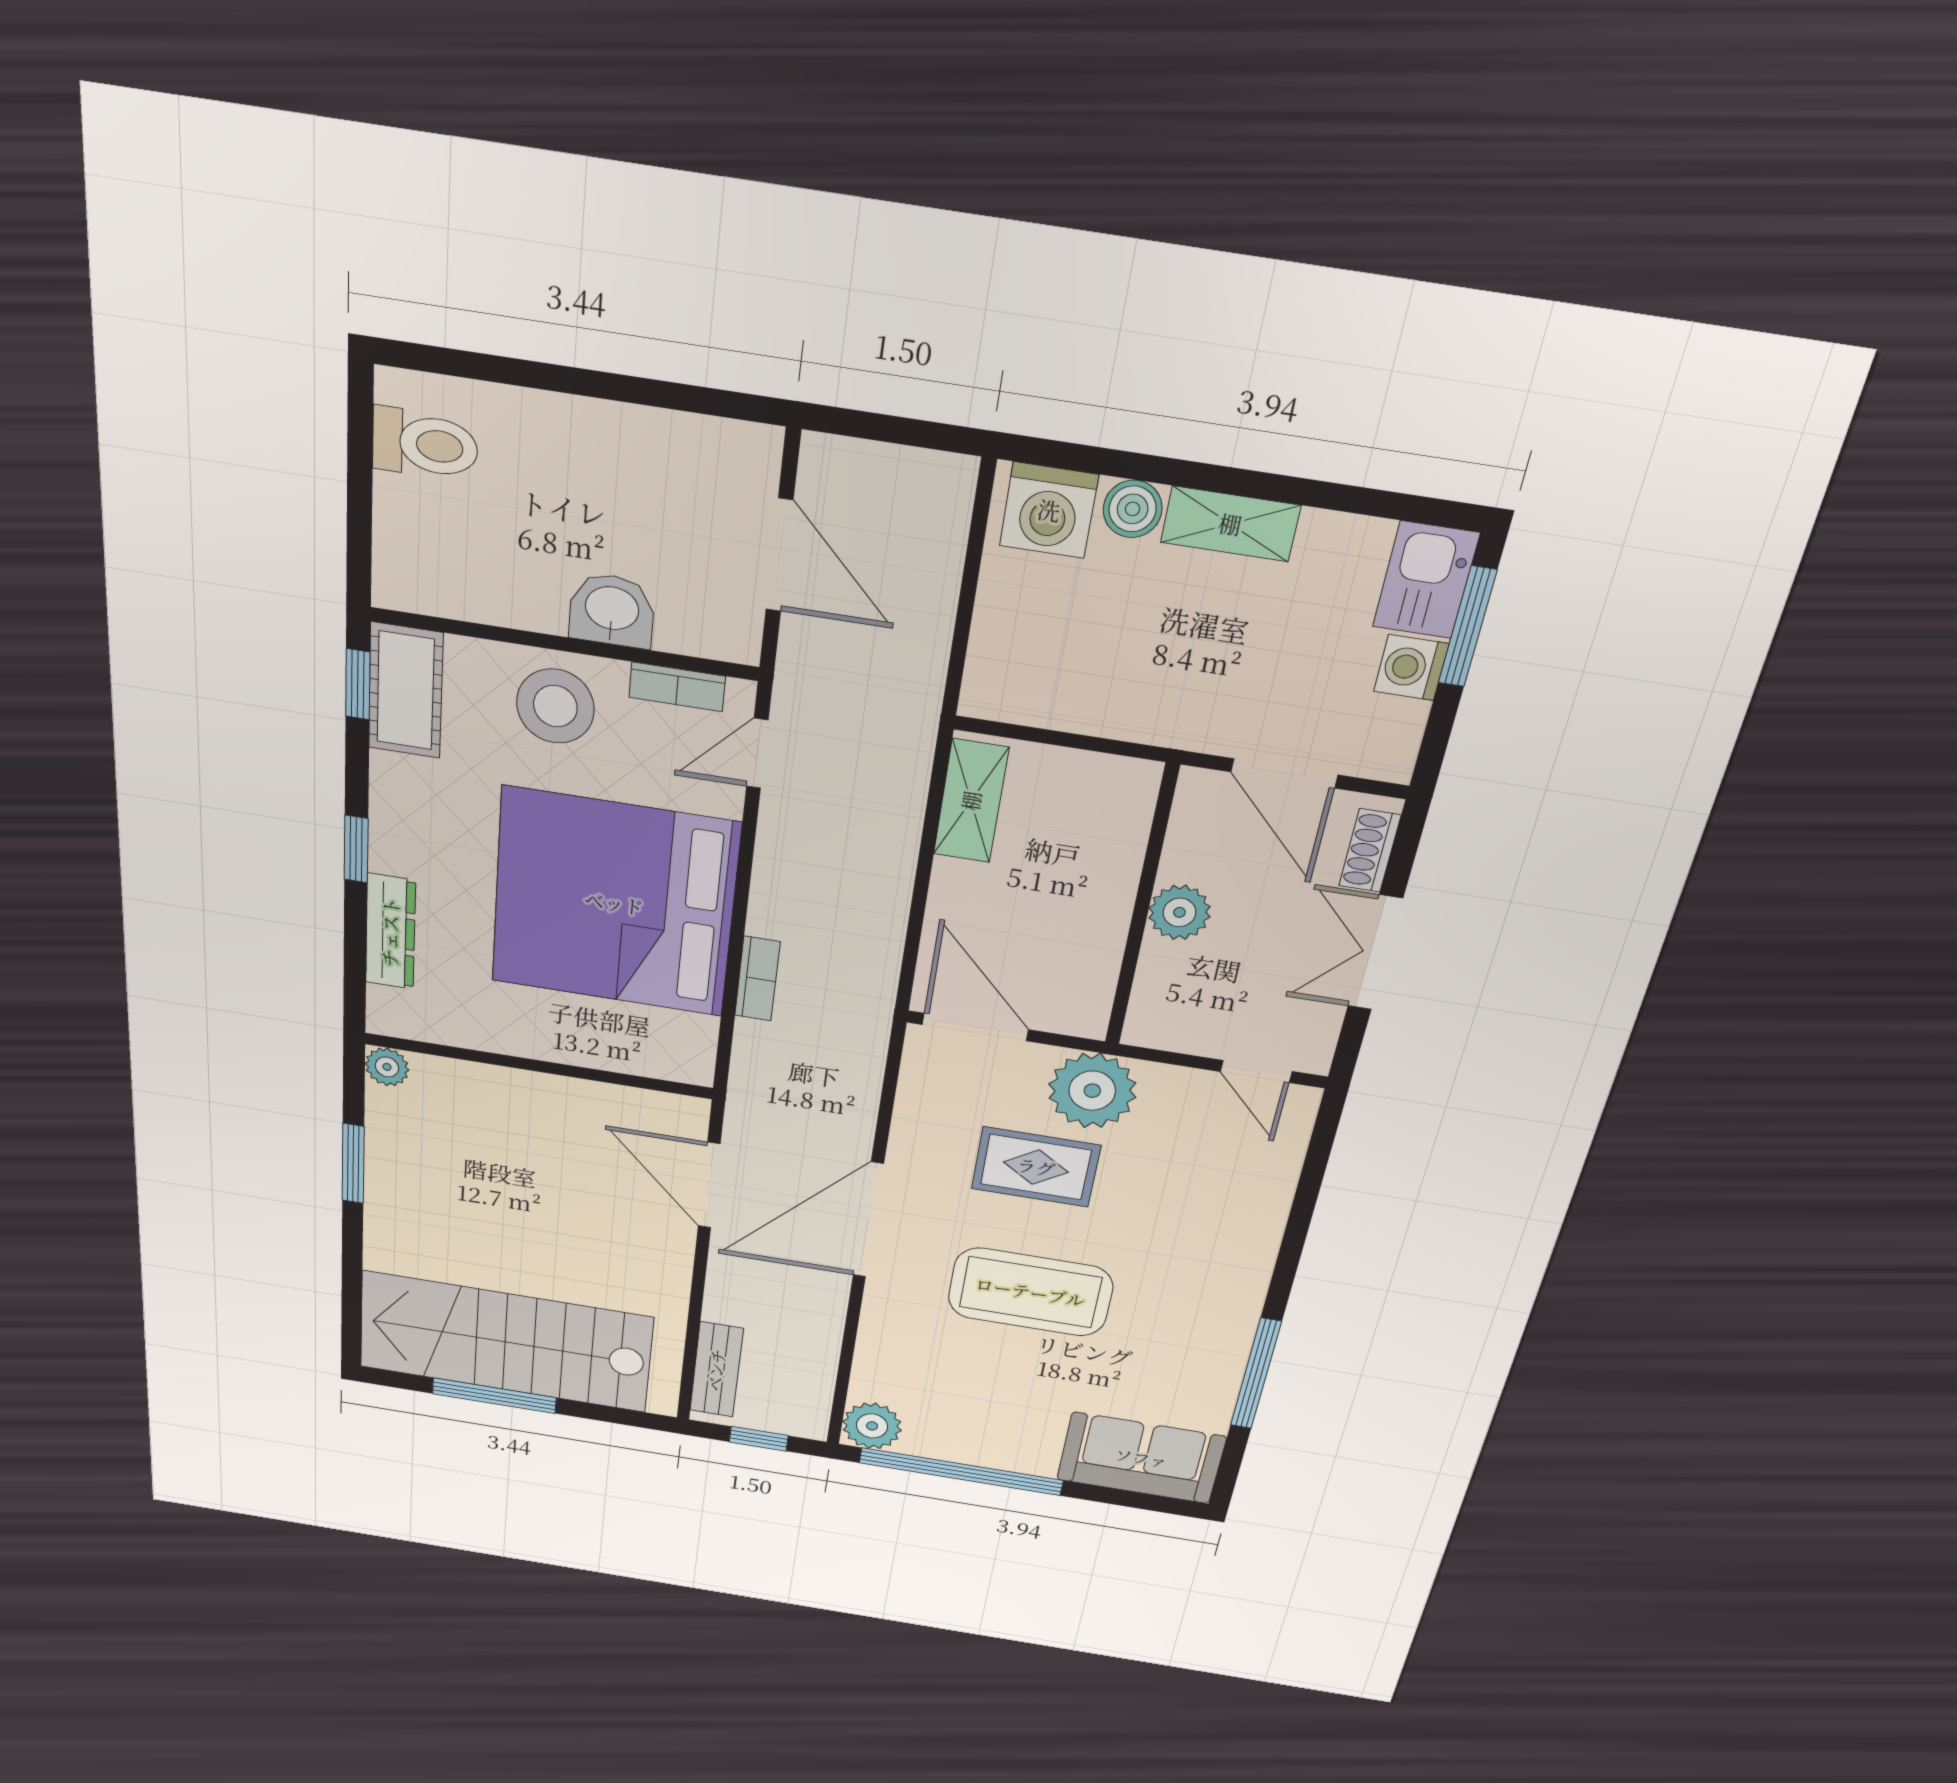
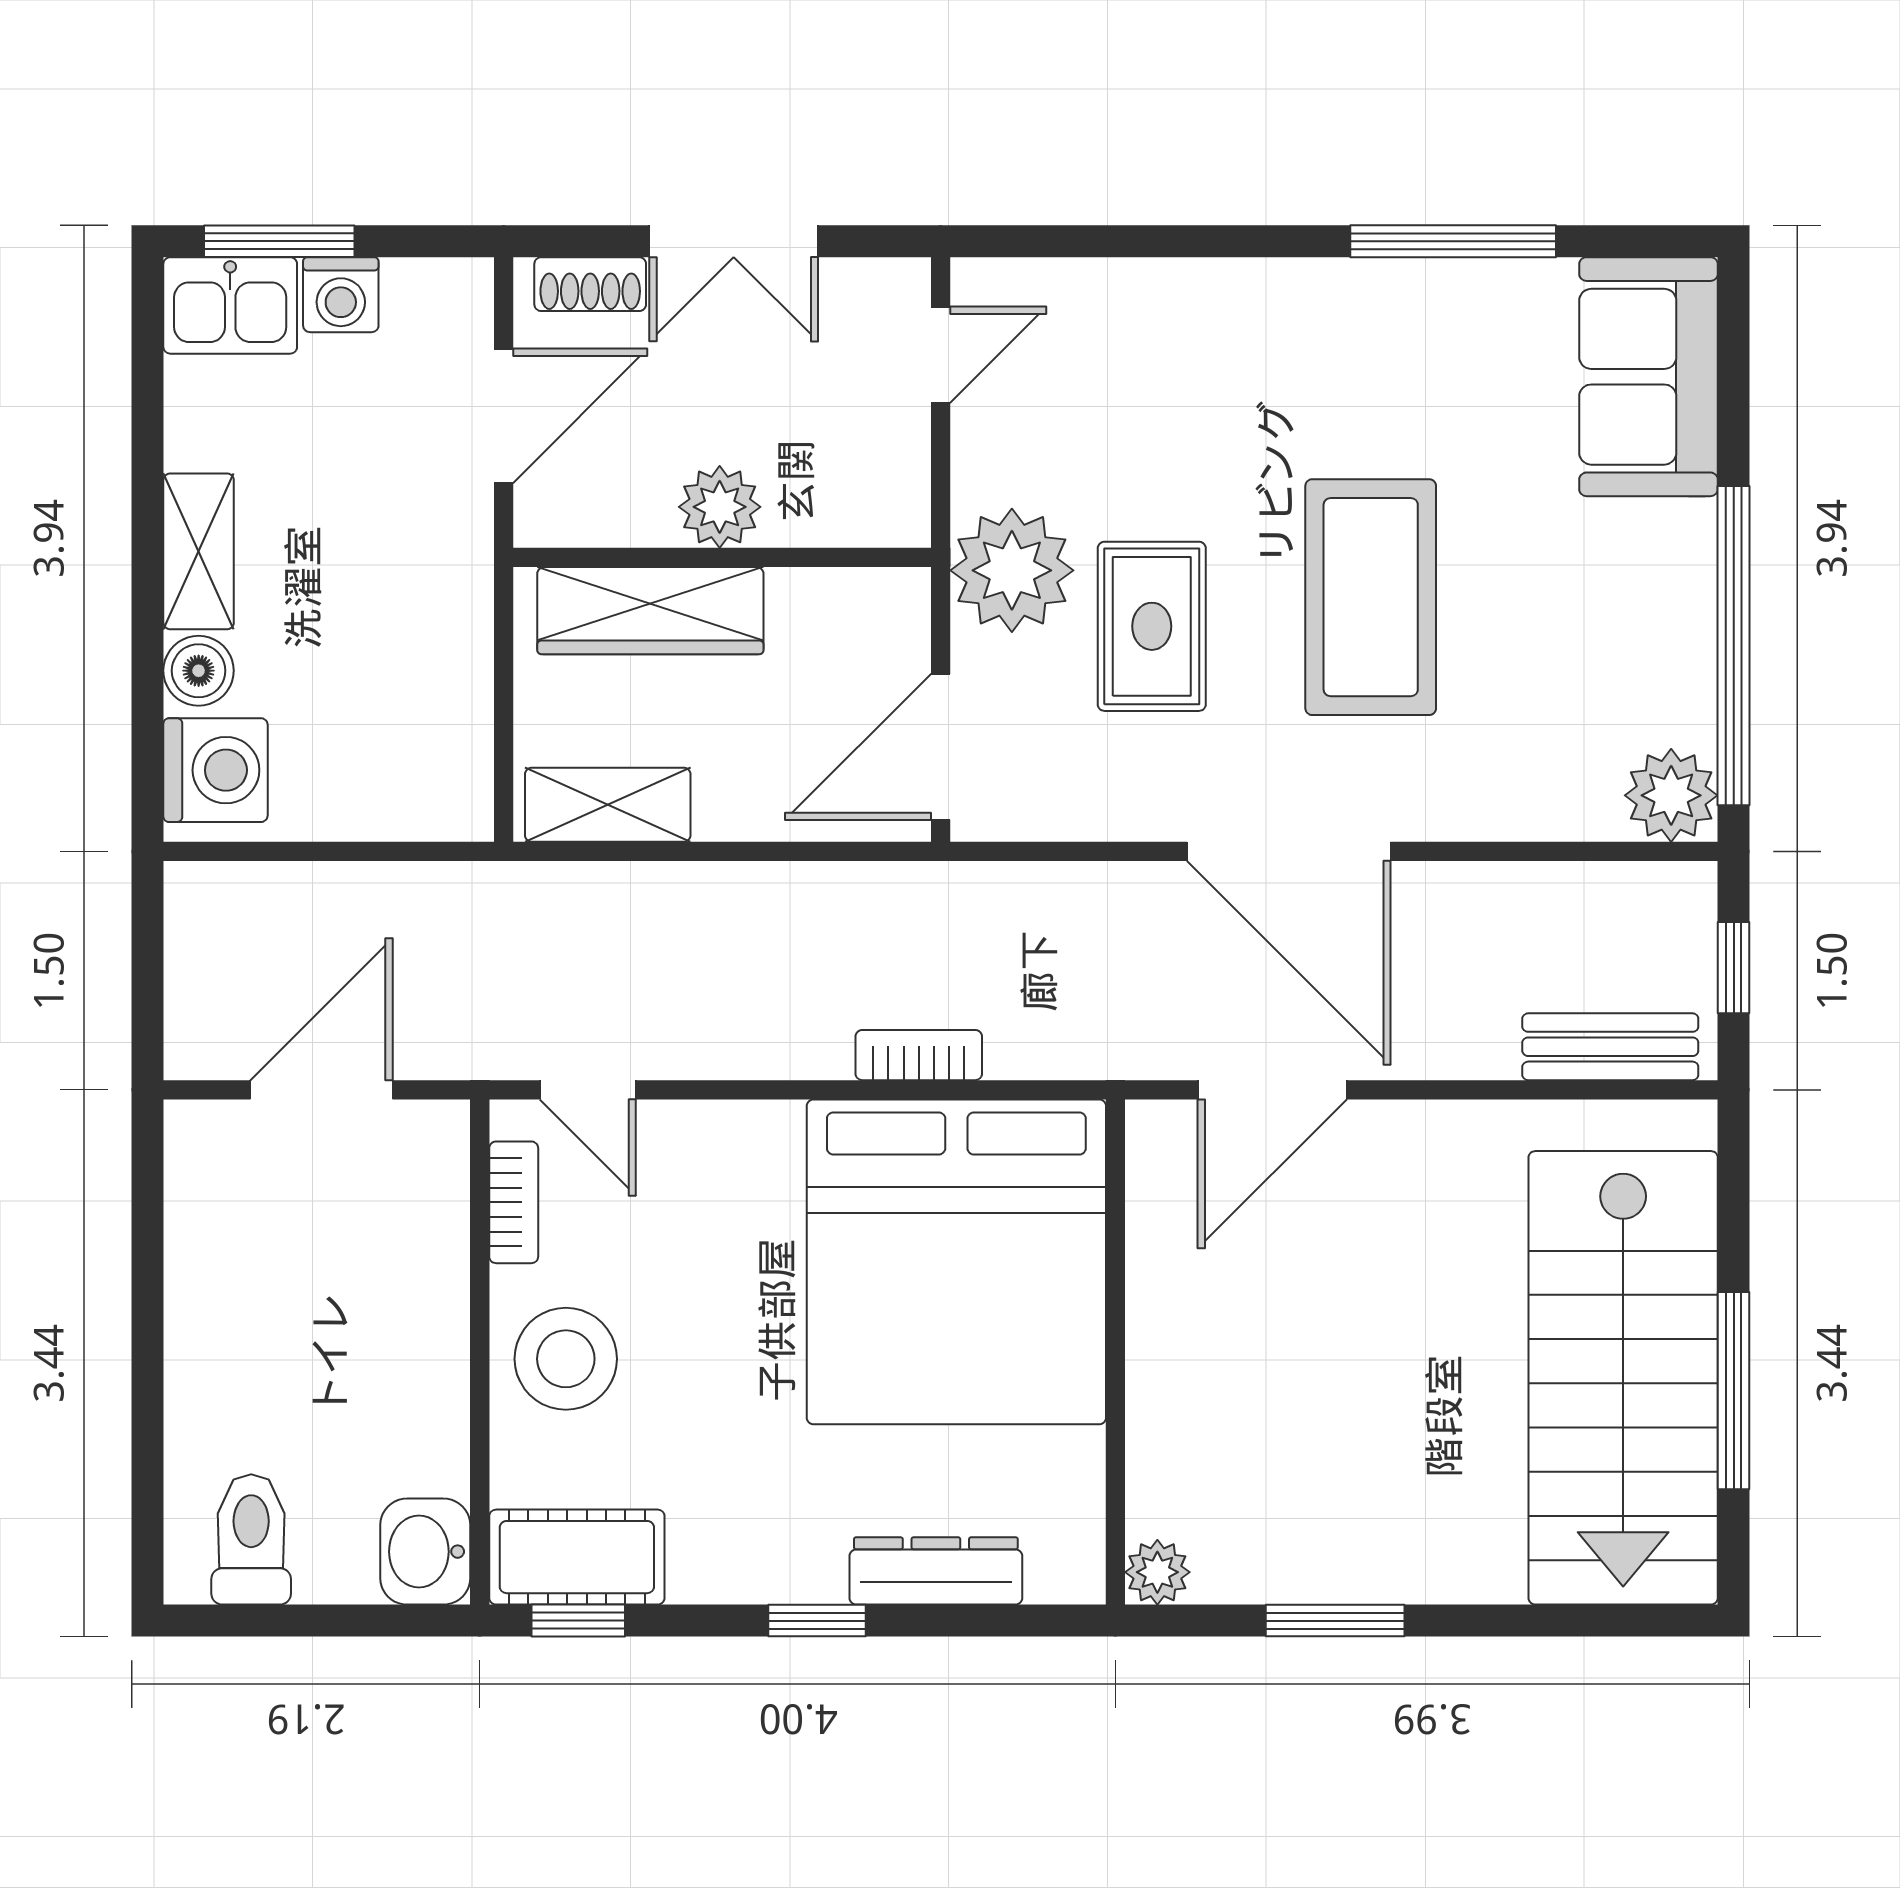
washbasin: (612, 610) -> (425, 1552), moved
wardrobe: (1112, 853) -> (650, 611), added
bed: (614, 903) -> (956, 1262), moved

